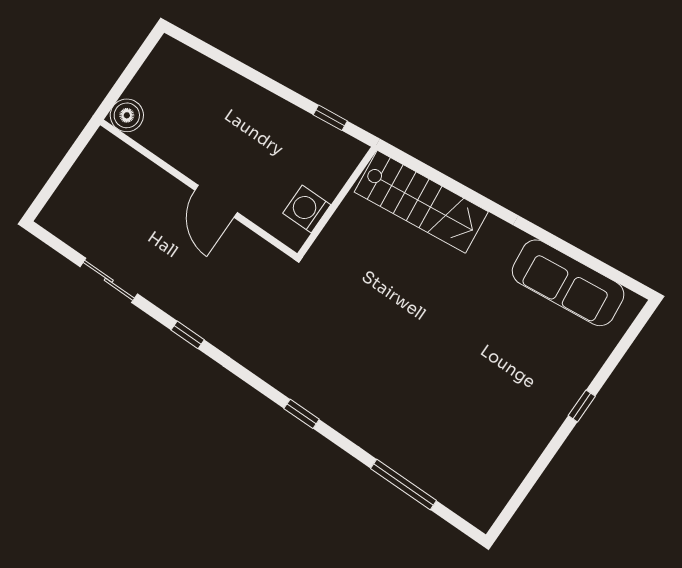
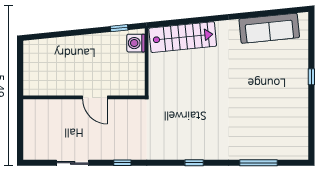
boiler: (127, 115) -> (32, 87), removed
washing machine: (307, 209) -> (136, 43), moved

